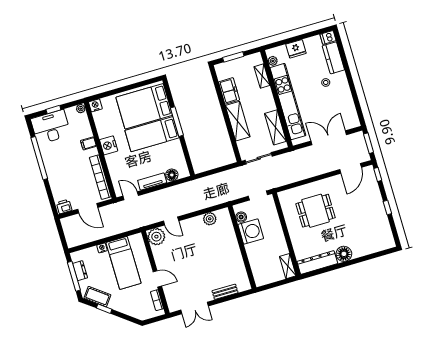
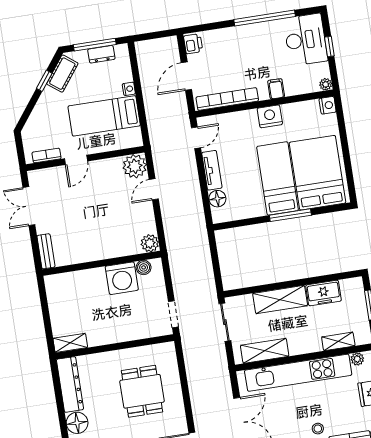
boiler: (241, 217) -> (144, 267), moved
washing machine: (251, 231) -> (122, 278), moved
wall: (242, 247) -> (102, 263), moved

